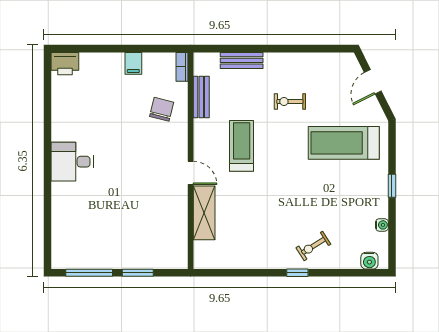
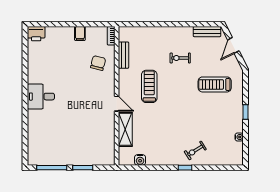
bench: (242, 60) -> (207, 32), moved
treadmill: (344, 143) -> (215, 84), width x0.73, depth x0.73
water cooler: (369, 261) -> (140, 160), moved

